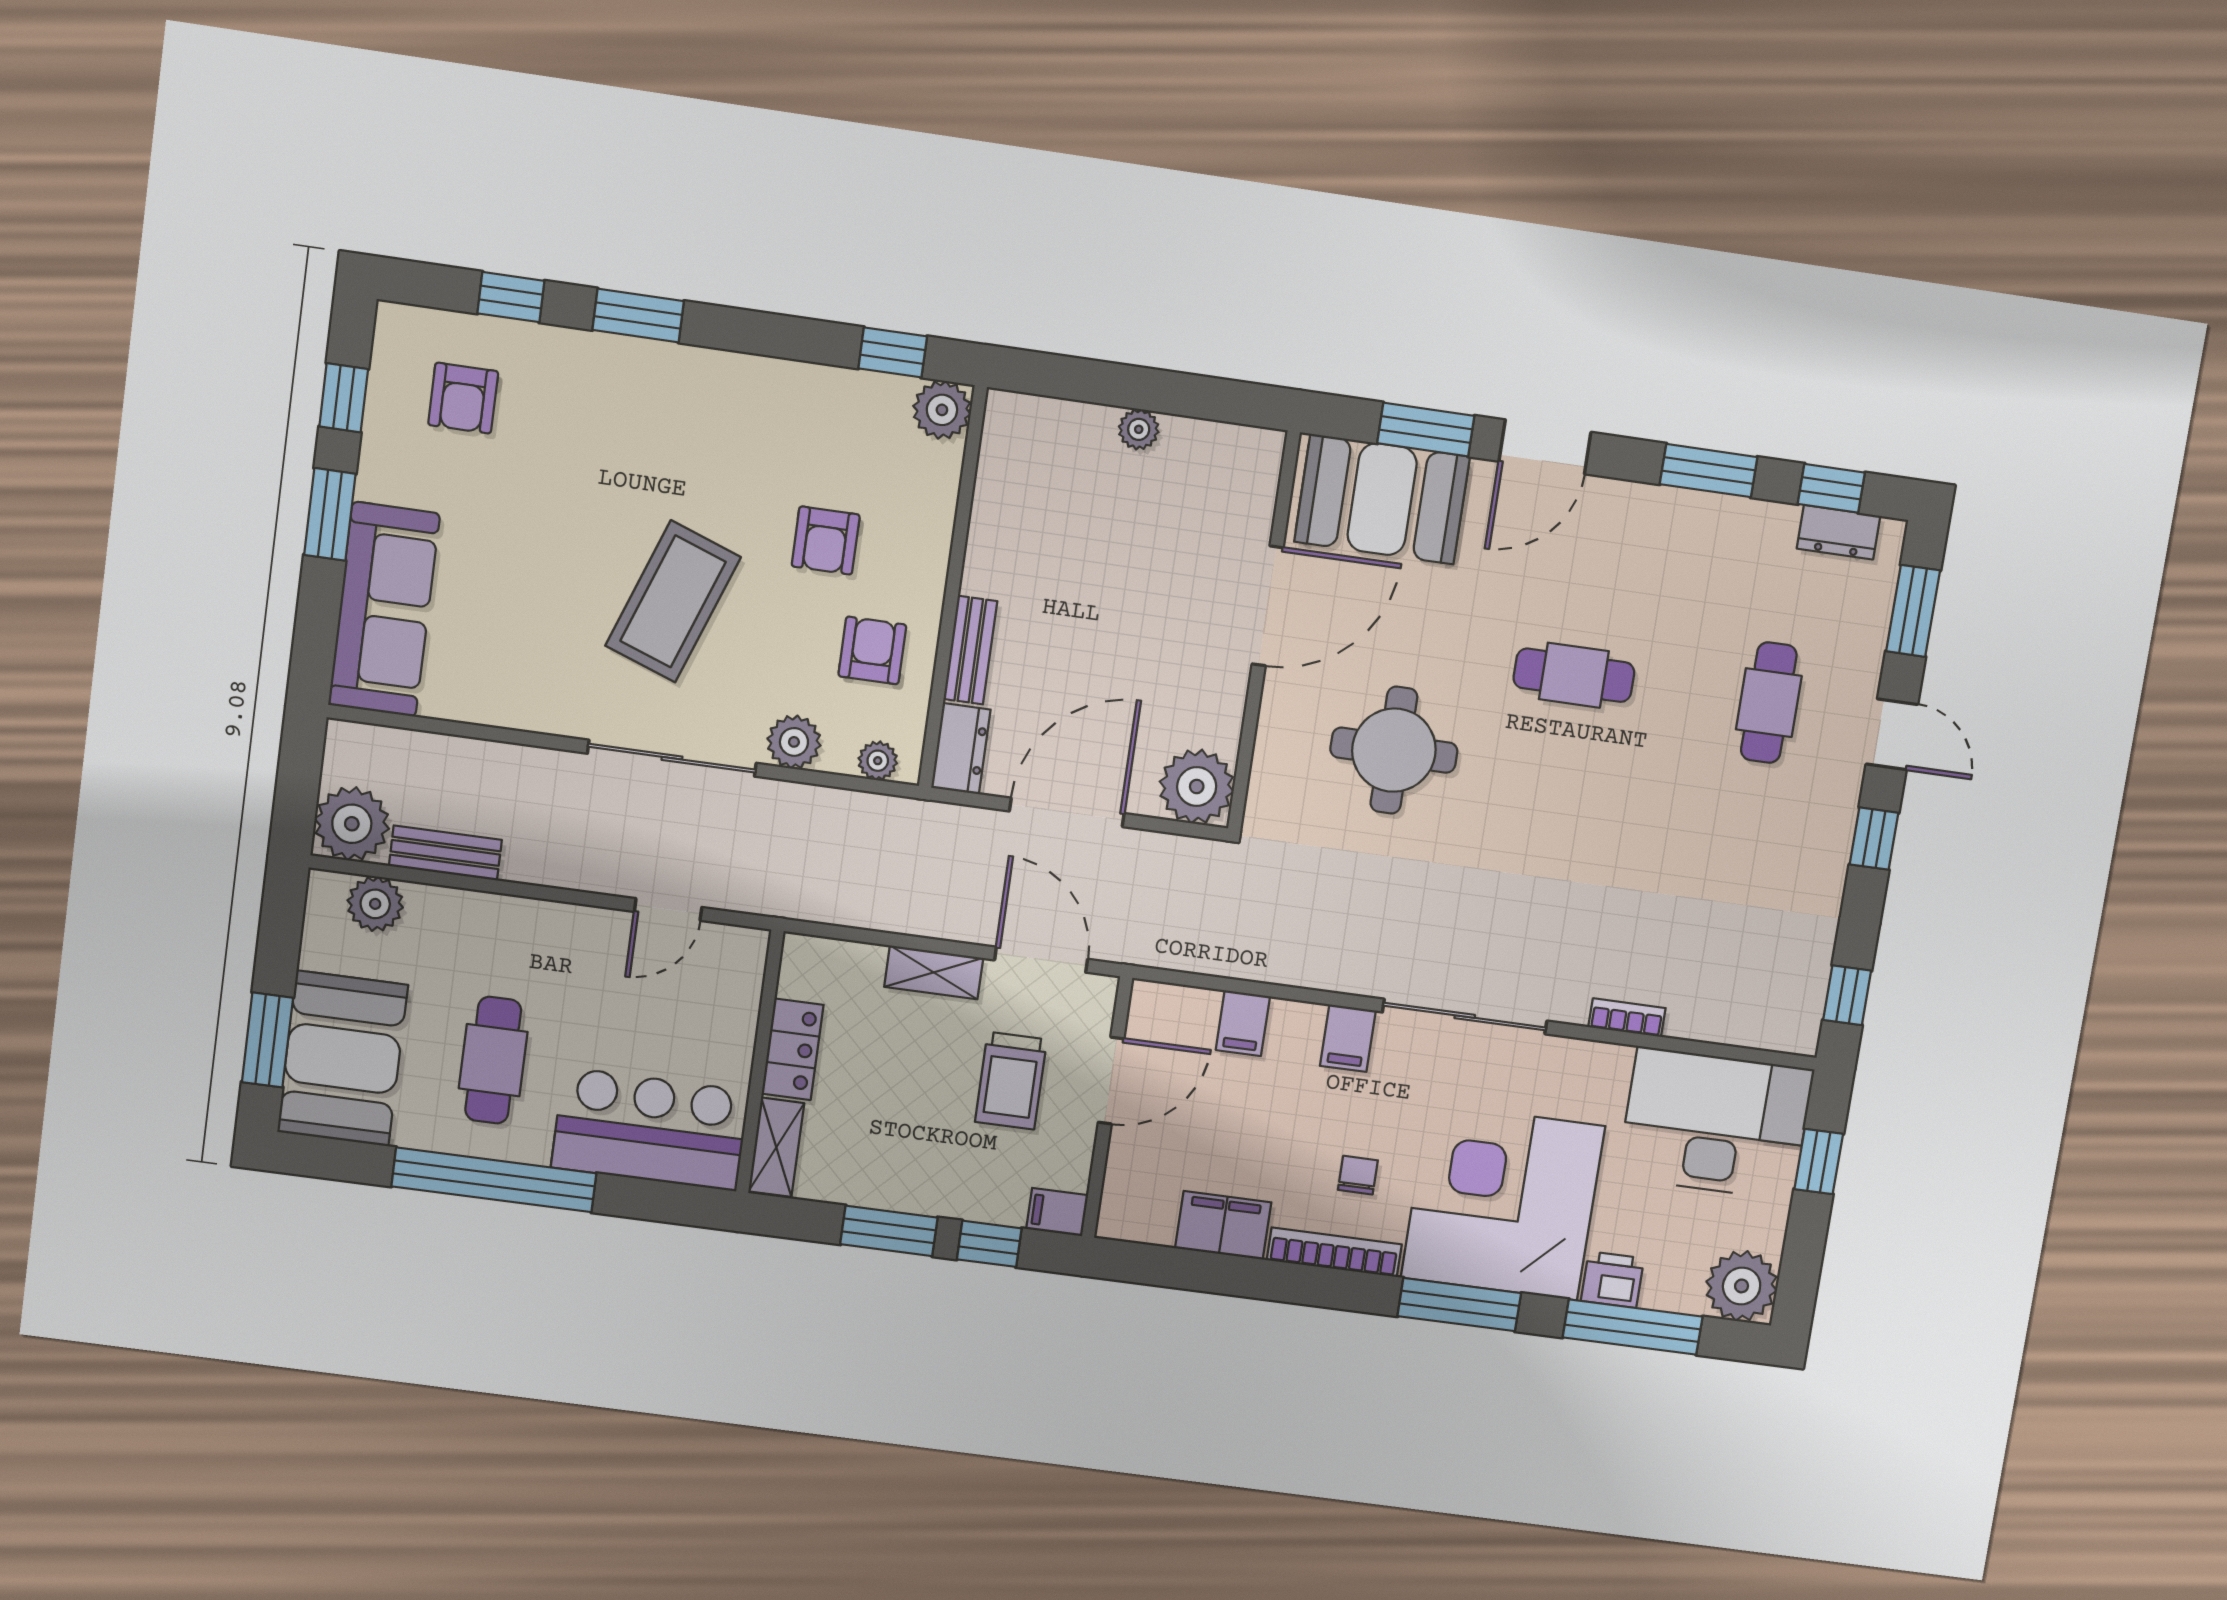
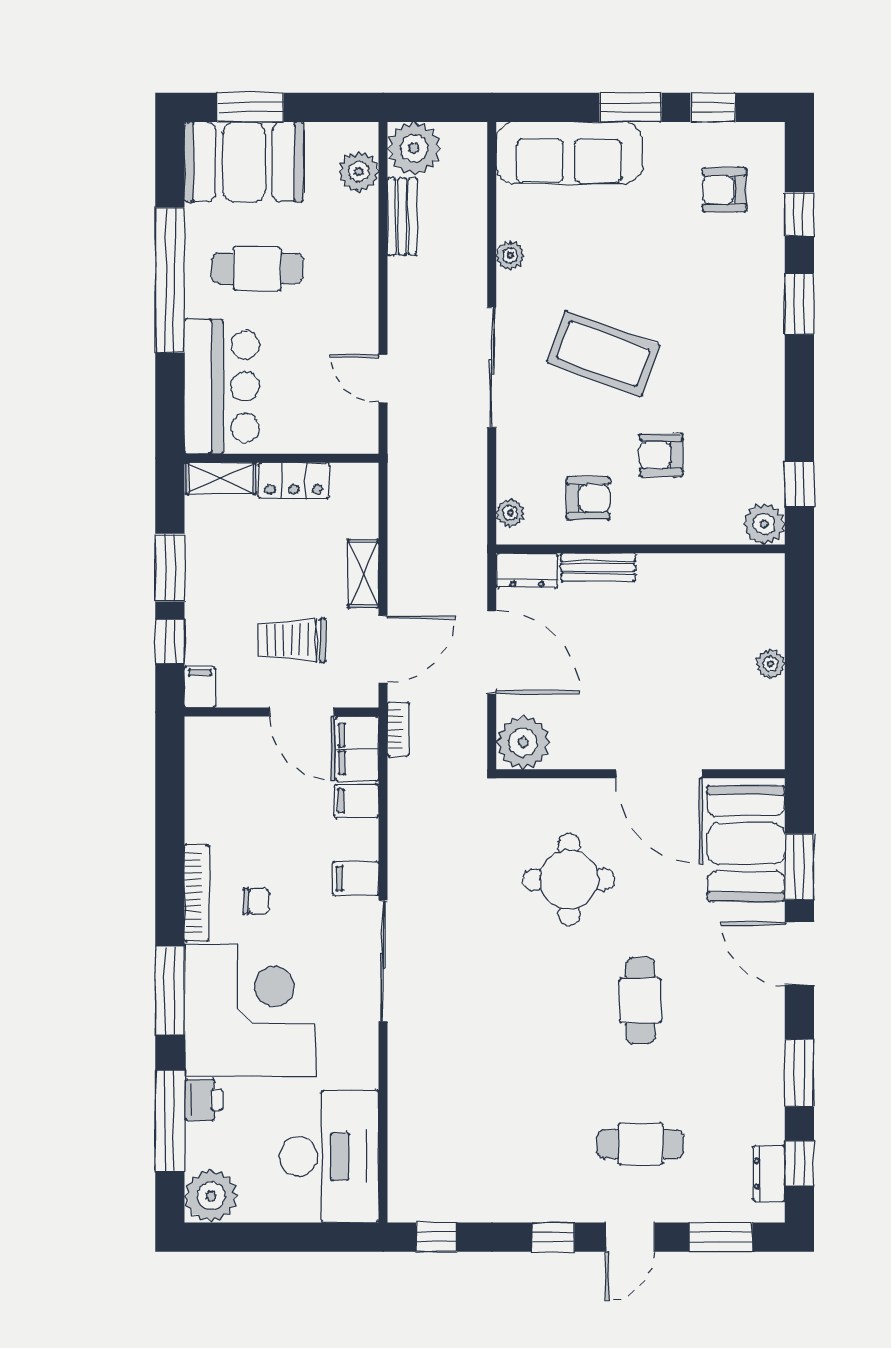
plant: (794, 742) -> (510, 255), moved, width x0.73, depth x0.73
bookcase: (1627, 1018) -> (398, 729), moved
window: (1819, 1162) -> (311, 1237), removed
filing cabinet: (1223, 1225) -> (357, 749), moved, turned 180

